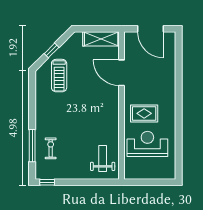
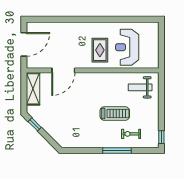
window: (52, 50) -> (35, 124), moved
treadmill: (59, 76) -> (115, 114), moved
window: (32, 146) -> (117, 151), moved

